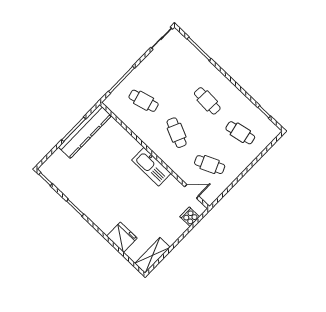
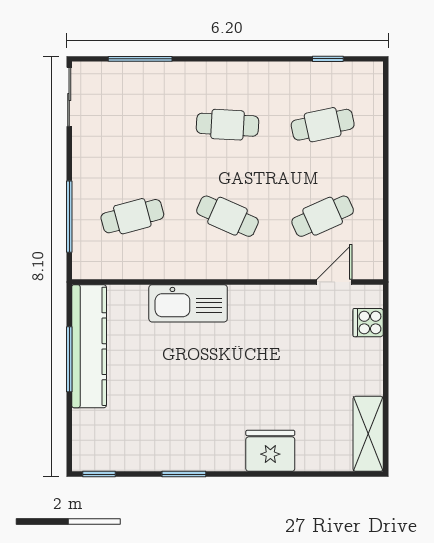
kitchen sink: (151, 167) -> (188, 303), moved
fridge: (122, 237) -> (270, 451), moved

